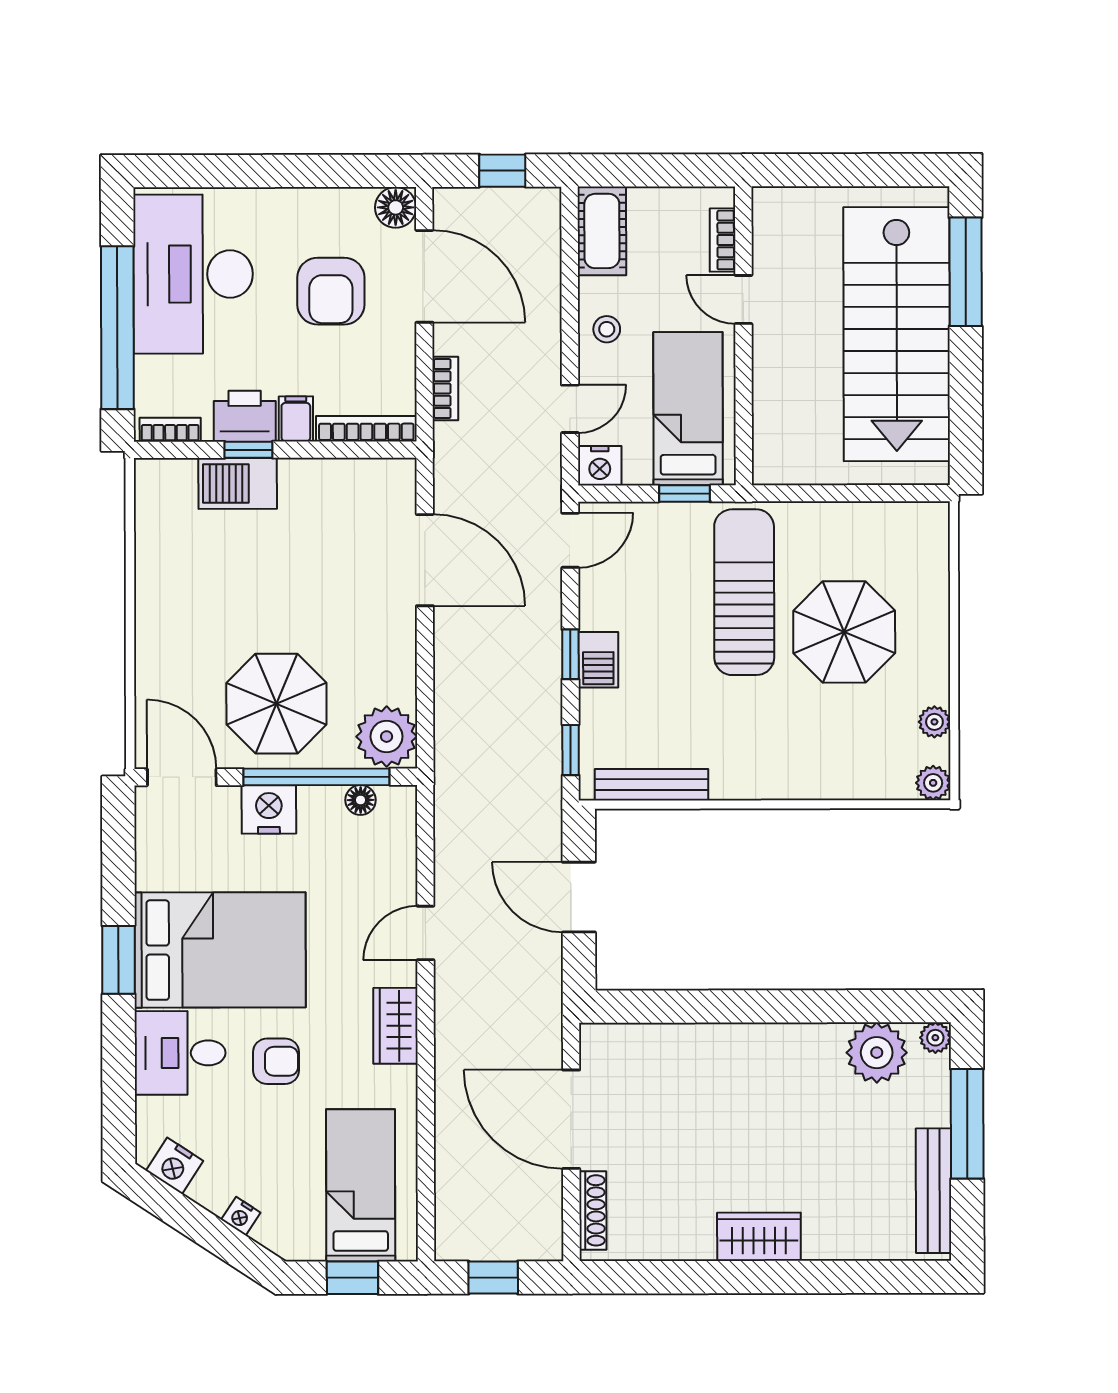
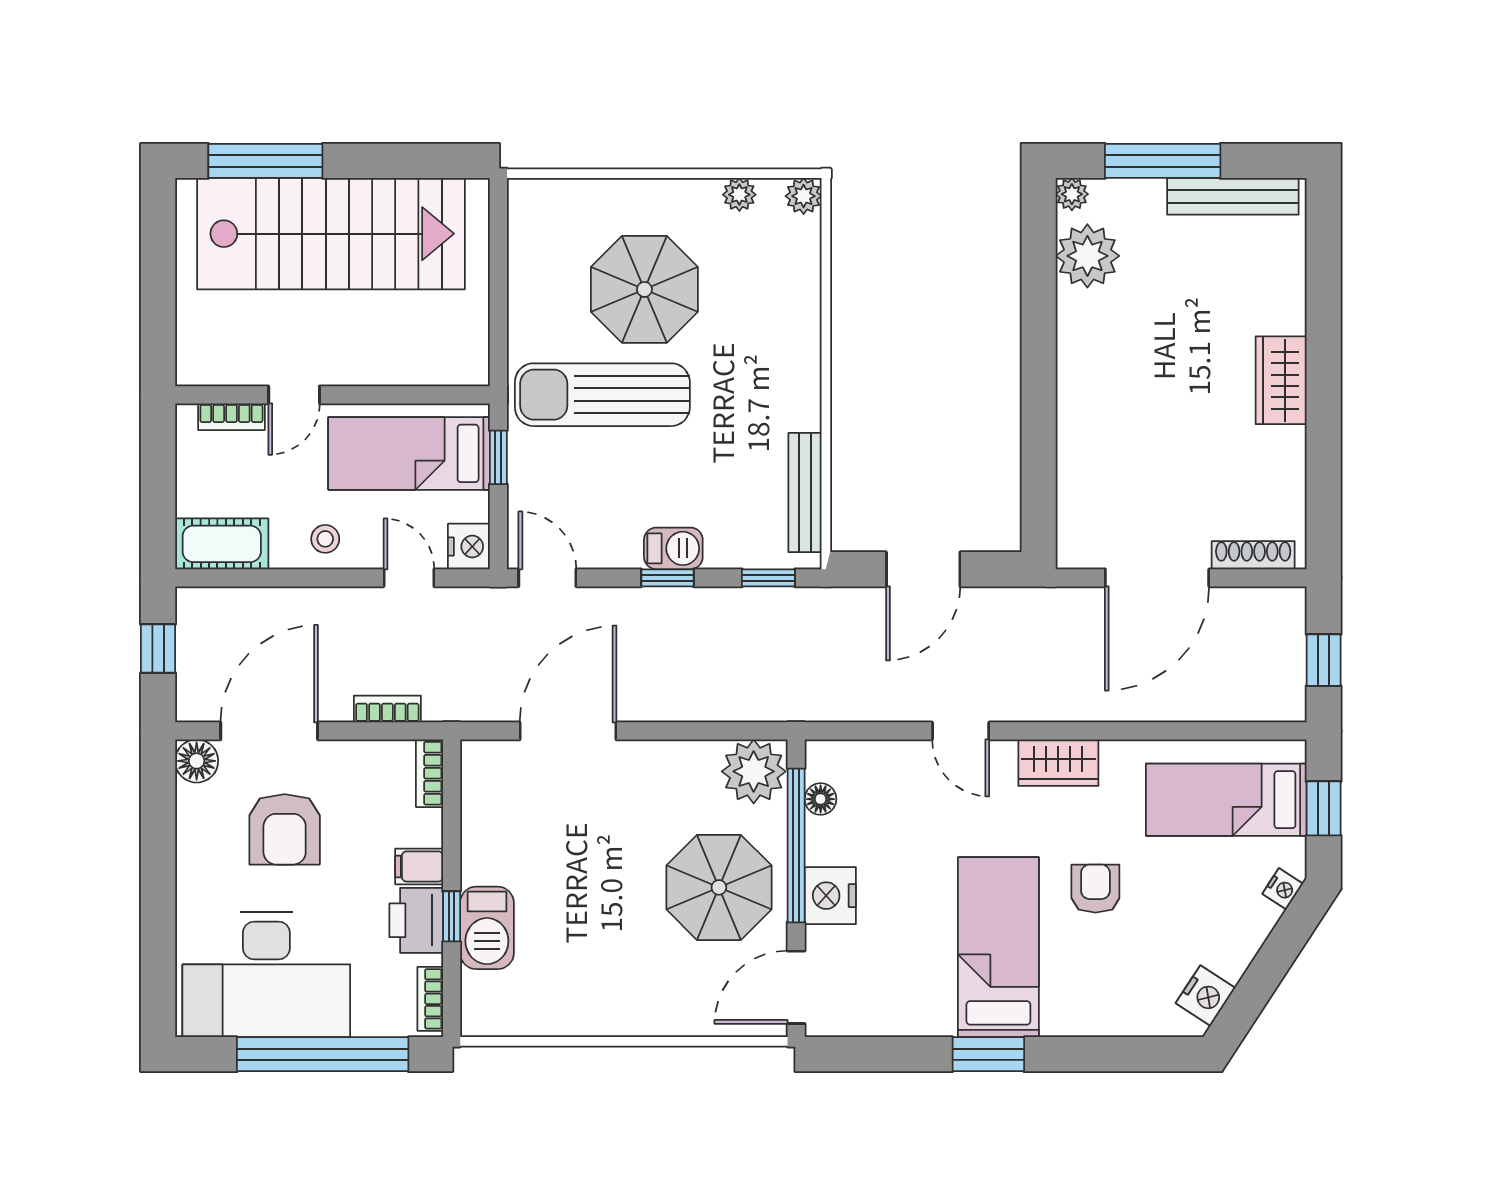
armchair: (331, 291) -> (285, 829), turned 90
bookcase: (366, 429) -> (430, 773), width x0.64
bed: (220, 950) -> (998, 947), width x0.67
desk: (180, 1053) -> (1087, 990), removed
nightstand: (241, 1216) -> (1283, 889), moved

